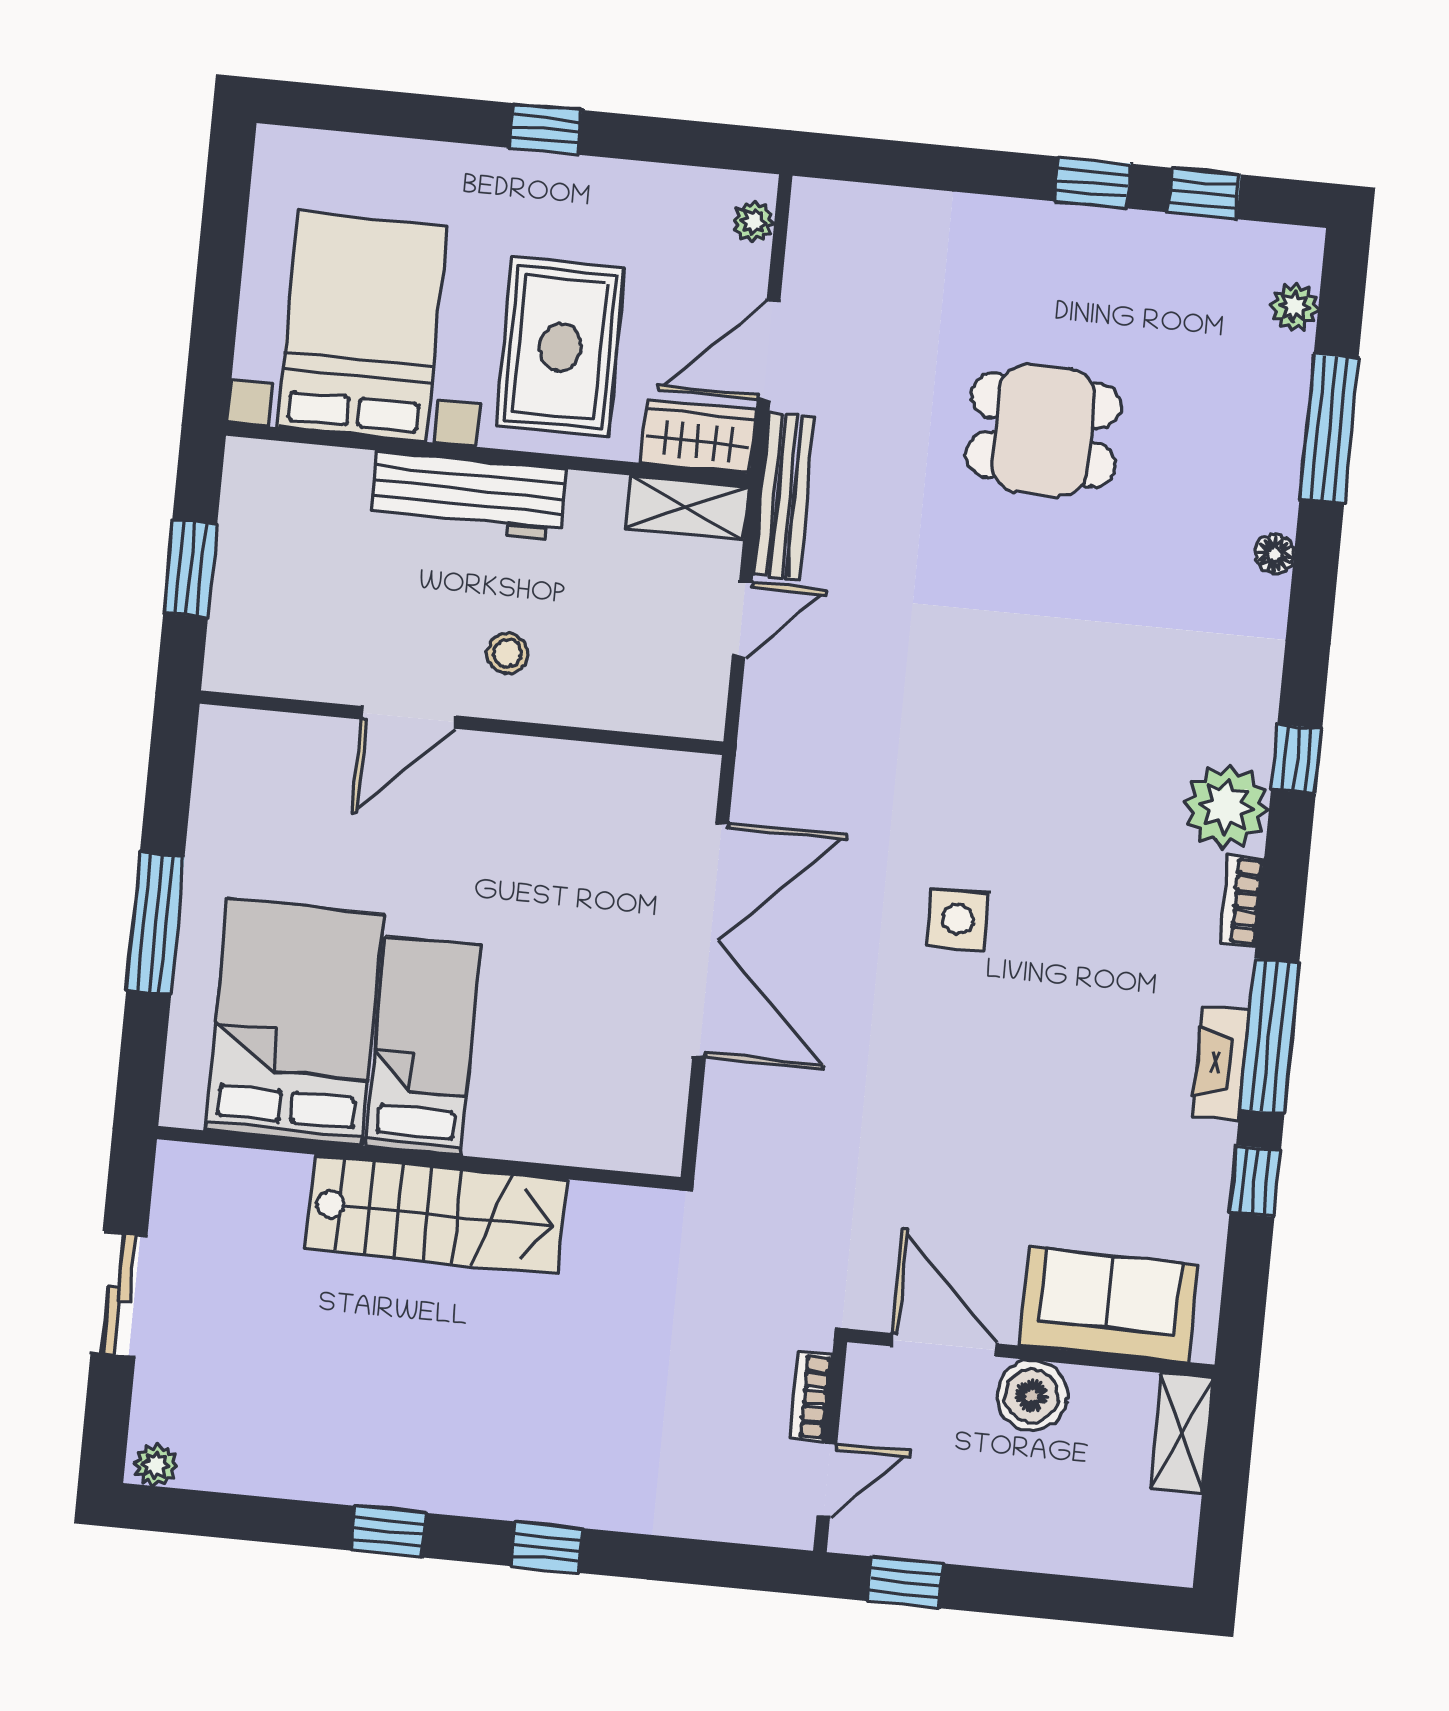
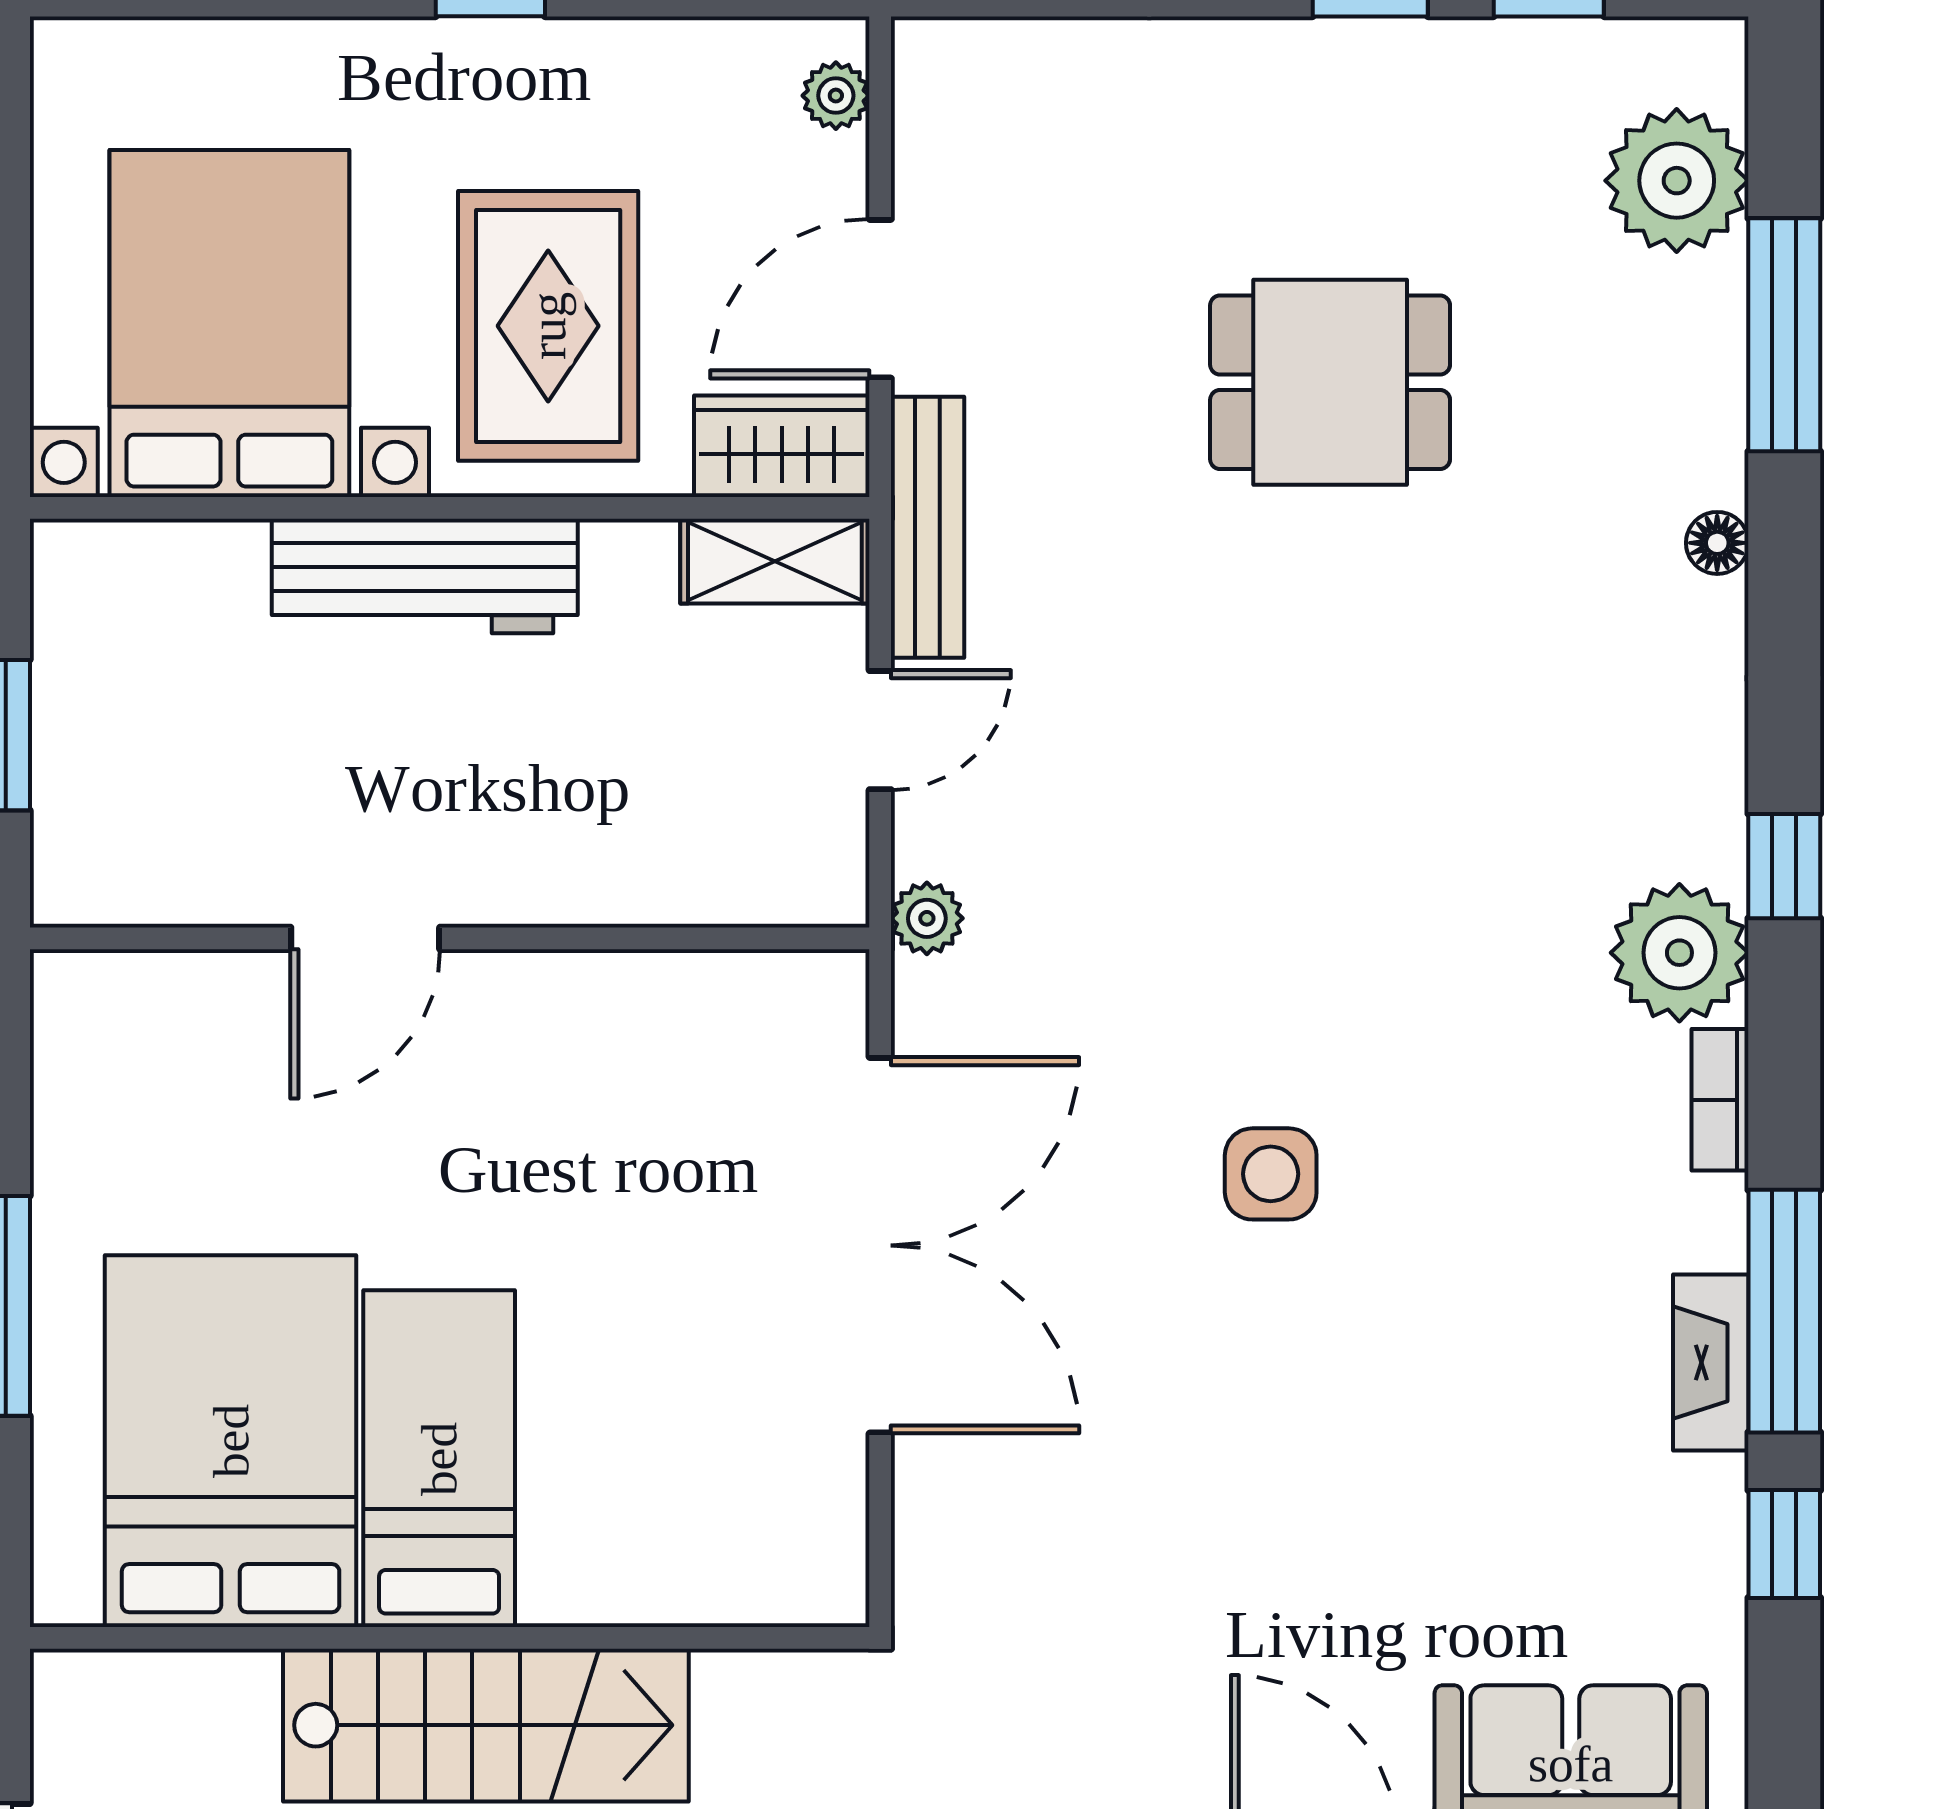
plant: (1294, 307) -> (1677, 181), width x1.87, depth x1.87
stool: (507, 653) -> (512, 821), removed
plant: (760, 739) -> (927, 918), added

